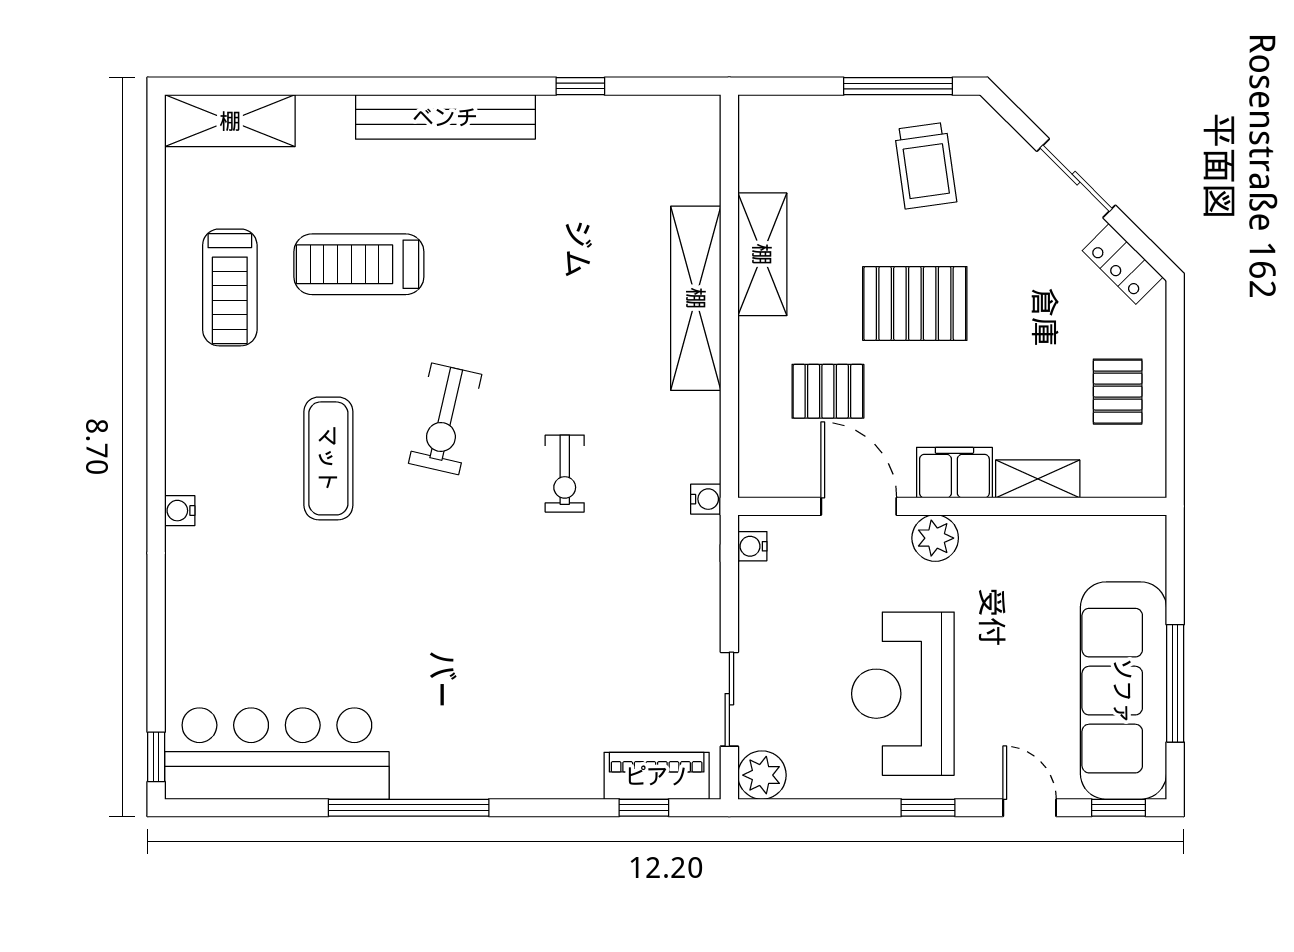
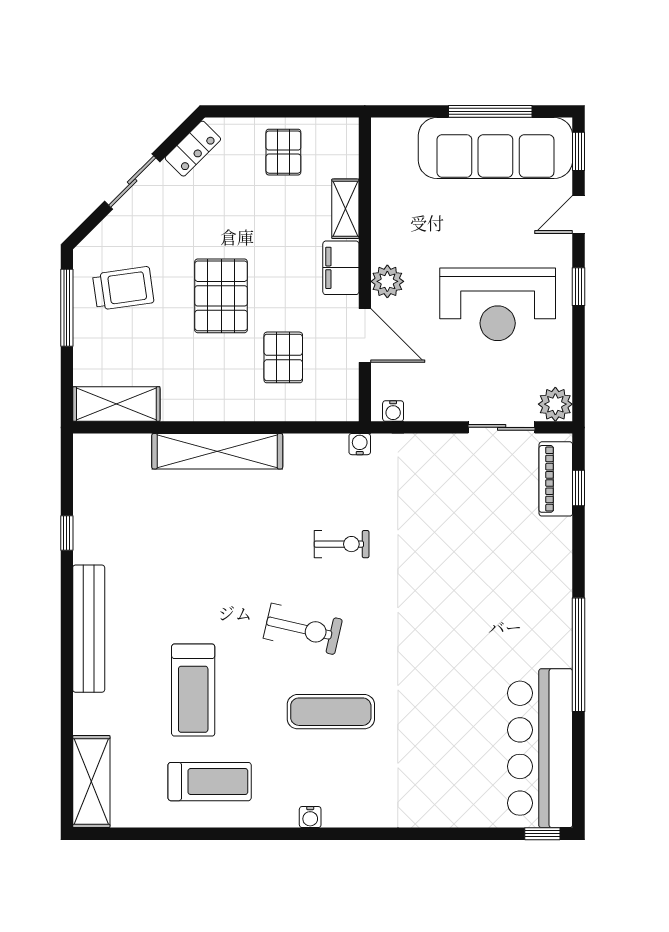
shelving: (762, 254) -> (116, 404), moved
pallet: (1118, 392) -> (283, 152), turned 90
door: (859, 506) -> (365, 336), swing flipped
water cooler: (180, 511) -> (310, 817), moved

